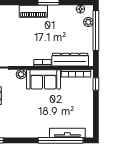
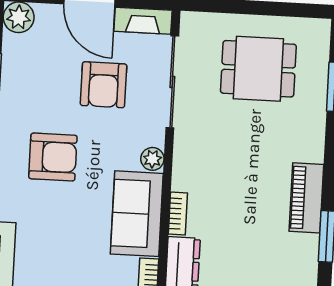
armchair: (22, 115) -> (53, 157), added

